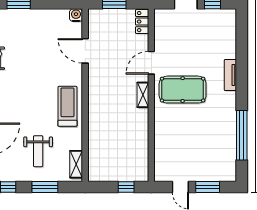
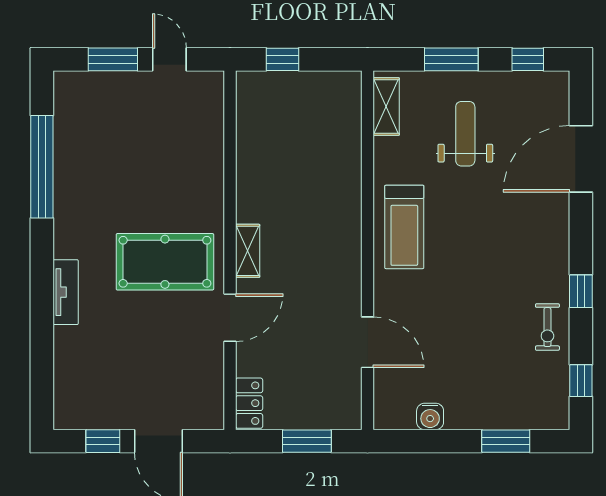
water cooler: (76, 15) -> (430, 416), moved

